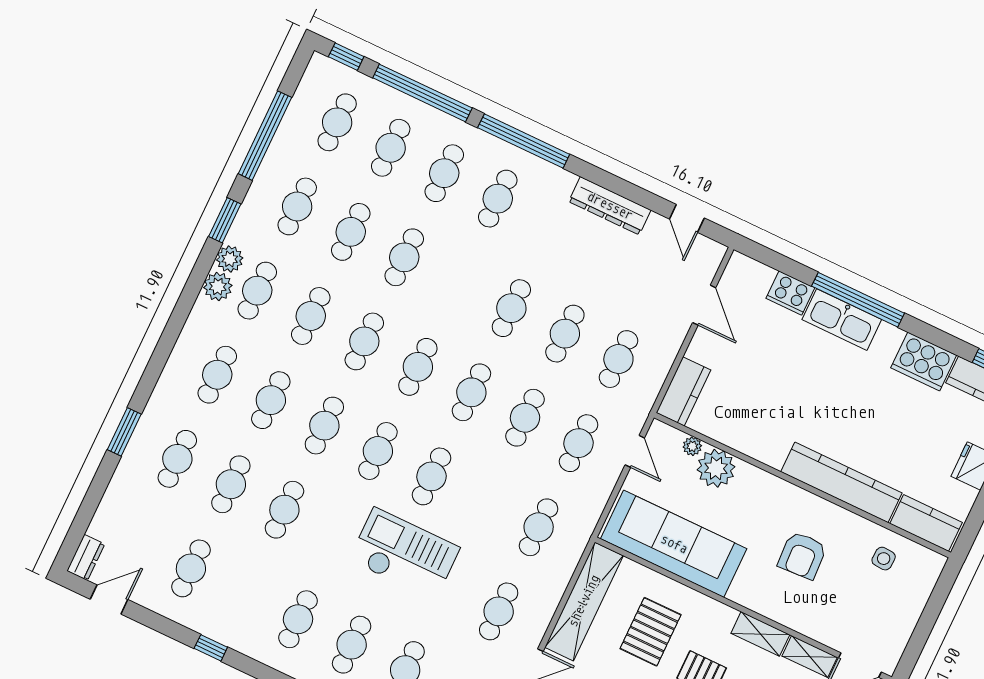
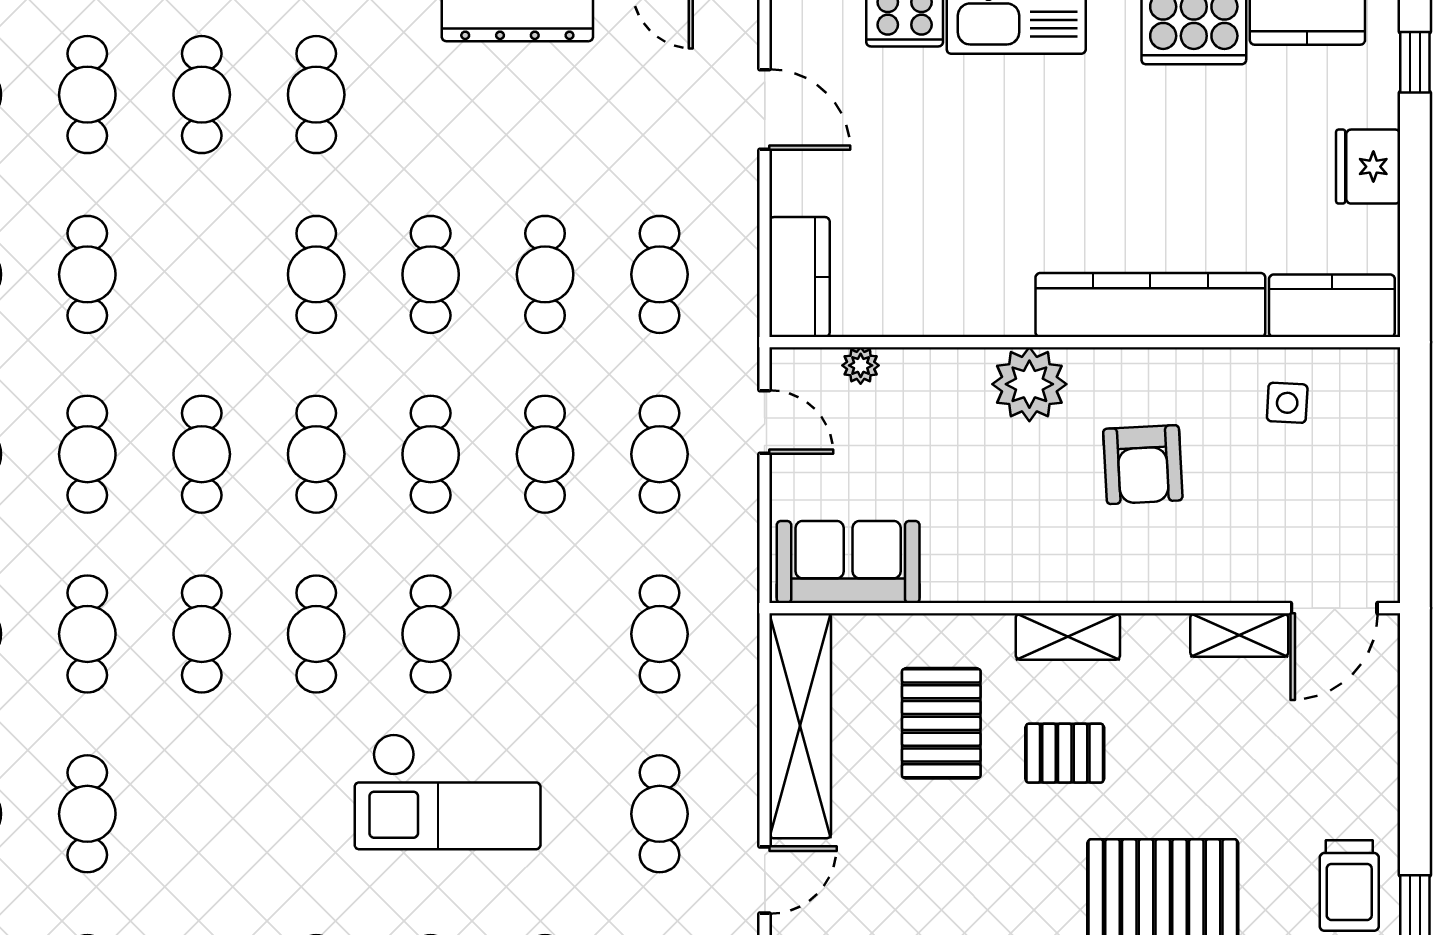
cafe table: (404, 257) -> (316, 274), moved
plant: (716, 468) -> (1029, 384), moved
cafe table: (284, 510) -> (202, 814), removed
sofa: (674, 544) -> (848, 562), width x0.54, depth x0.79
checkout: (404, 554) -> (448, 792), turned 180
shelving: (760, 634) -> (1068, 636), moved

